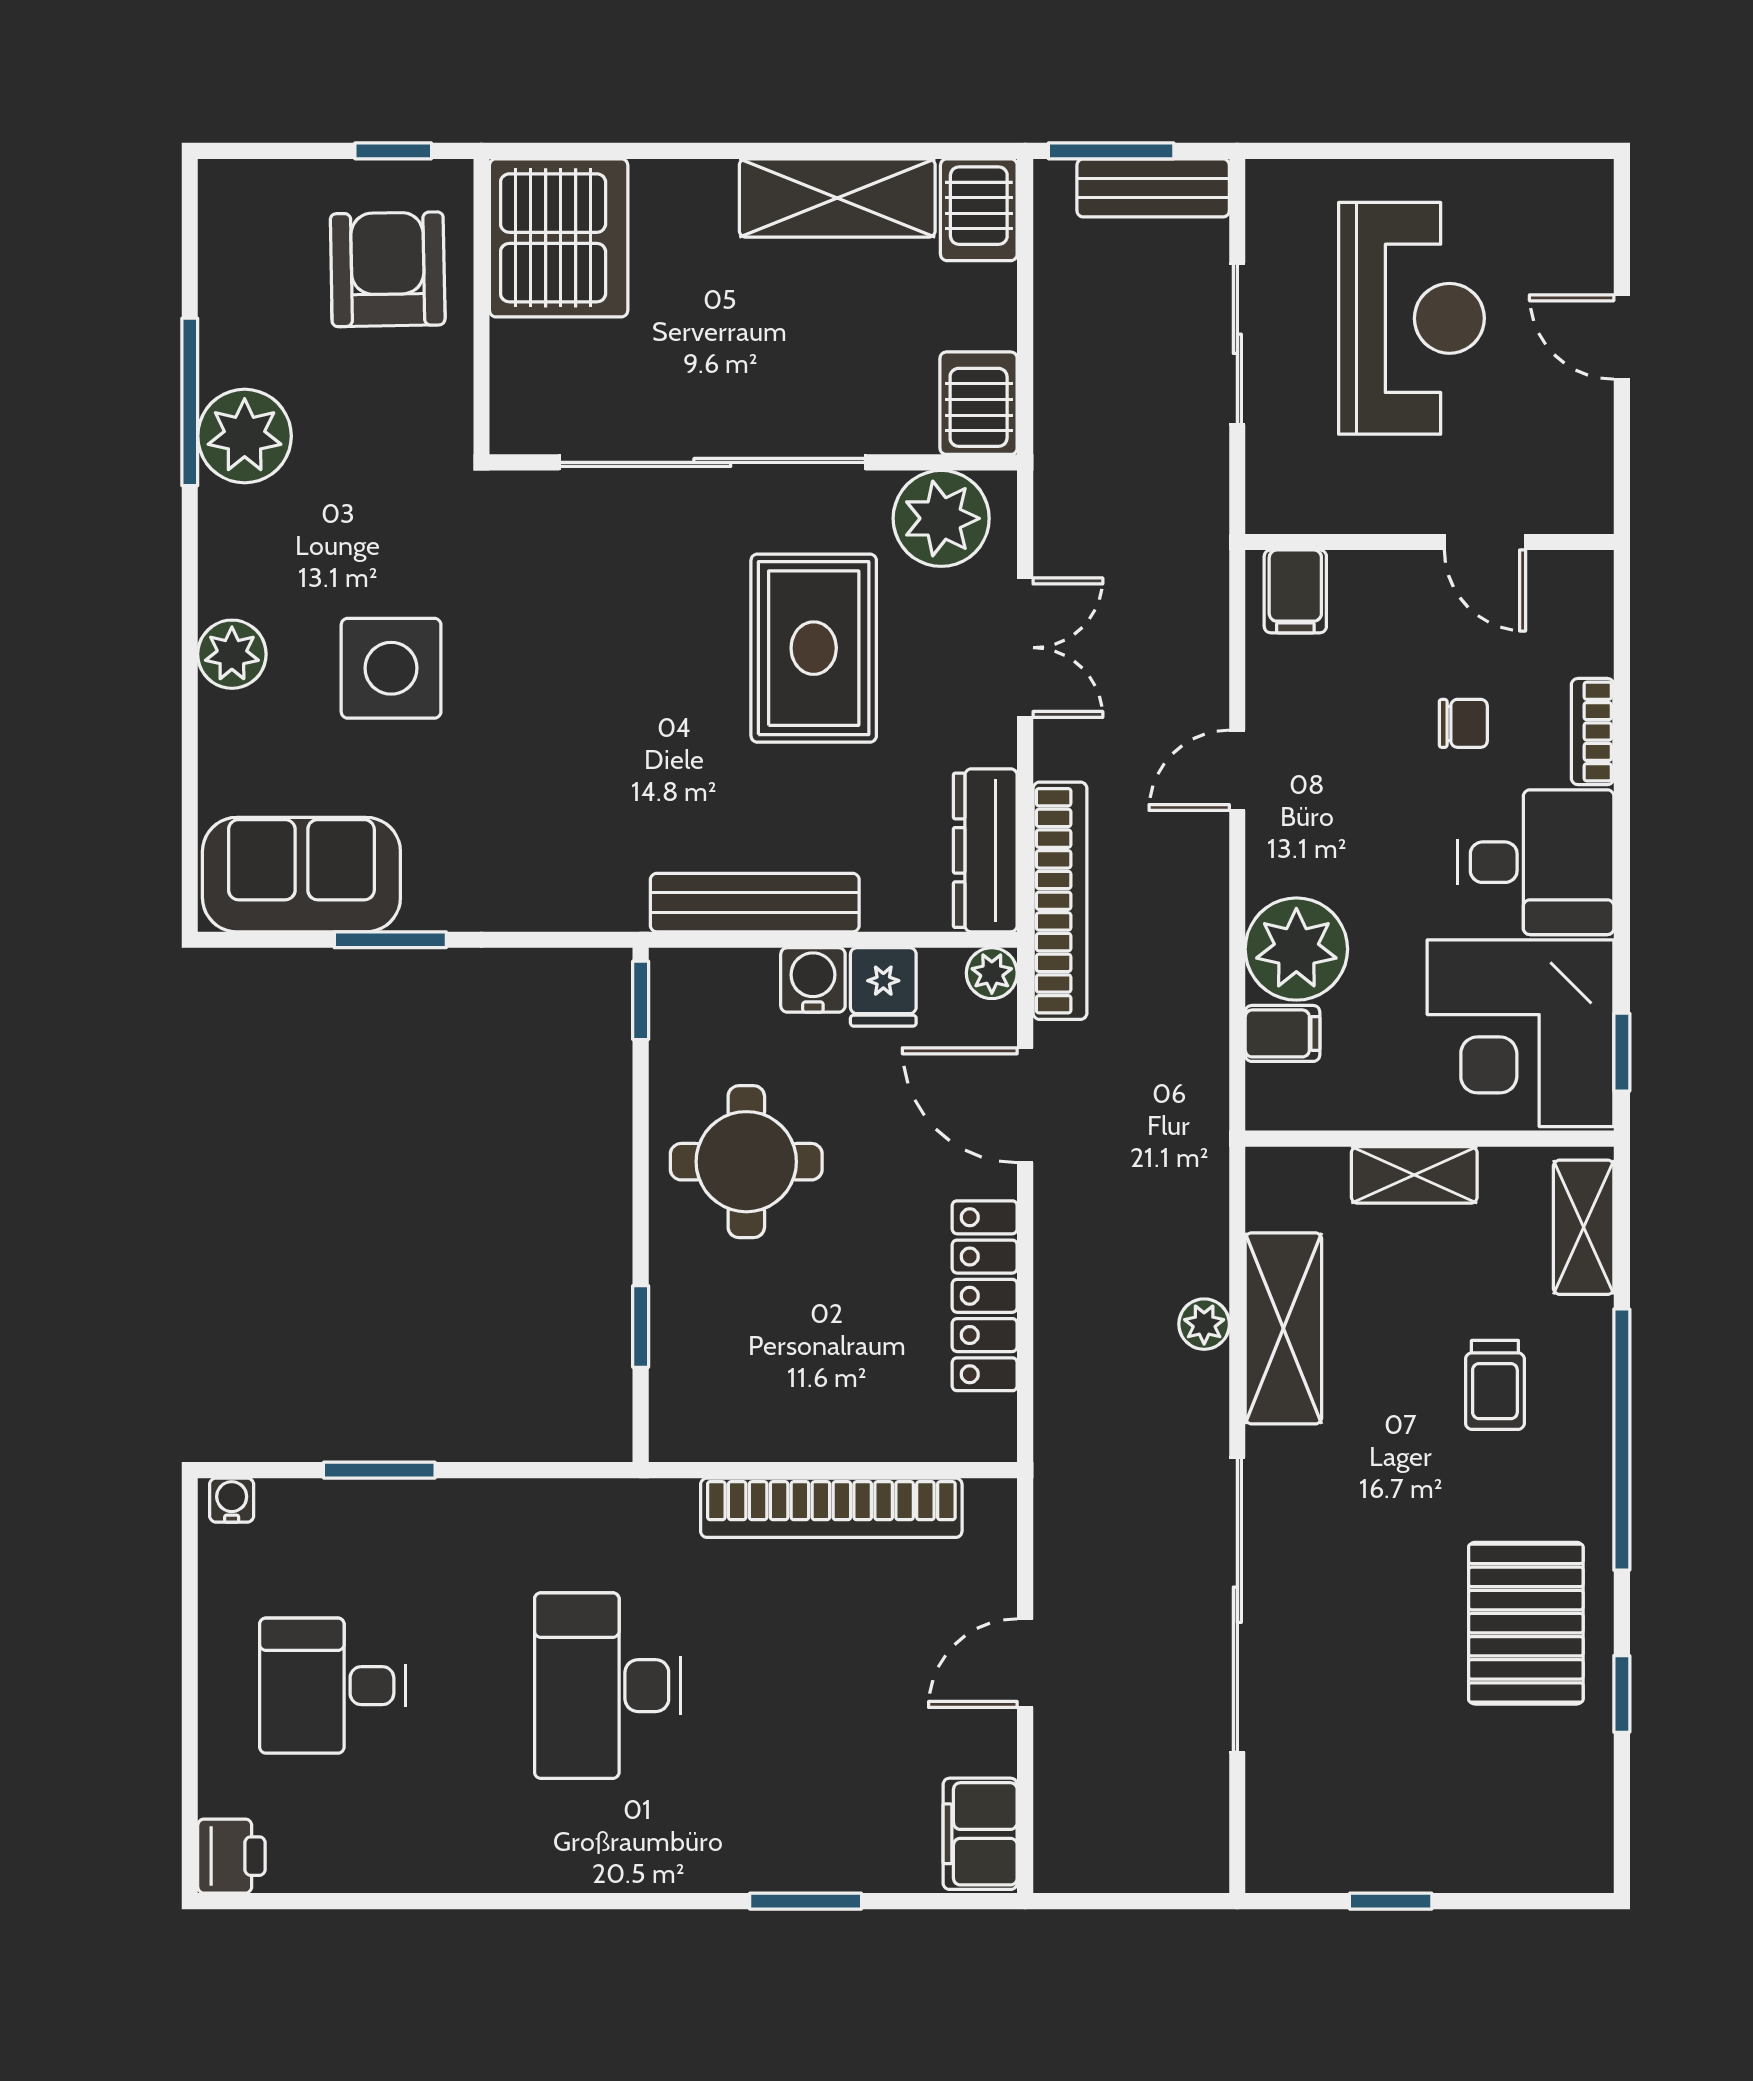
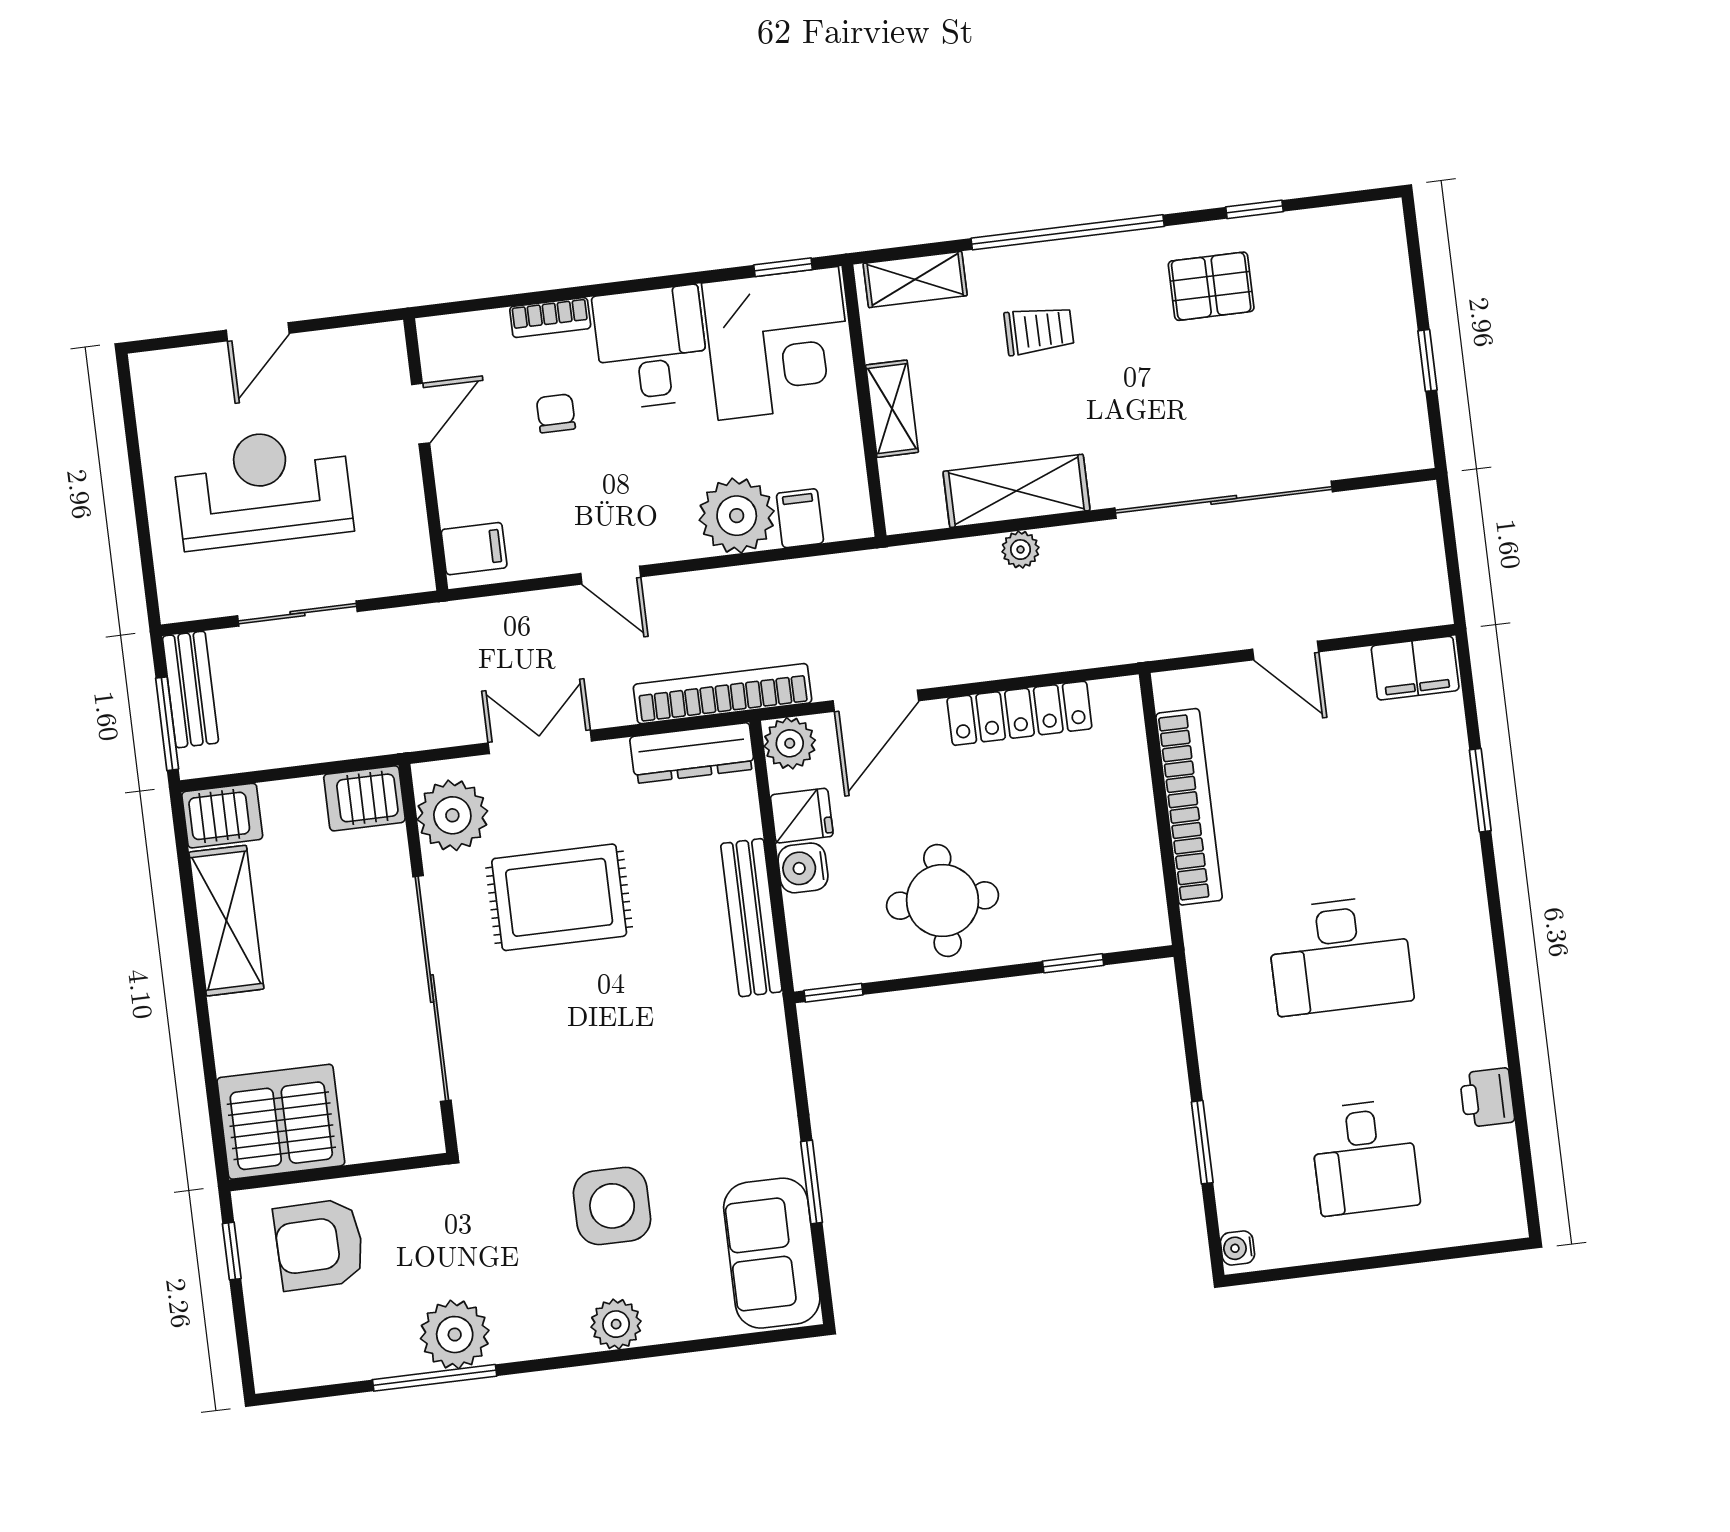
plant: (992, 973) -> (790, 743), width x1.38, depth x1.38
pallet: (1526, 1623) -> (1211, 286), width x0.67, depth x0.71
printer: (231, 1856) -> (1487, 1098), moved, turned -90

